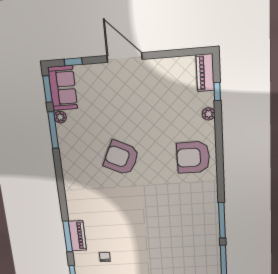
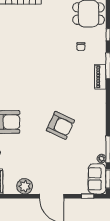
plant: (164, 69) -> (25, 186), added
piano: (77, 236) -> (100, 77), moved

